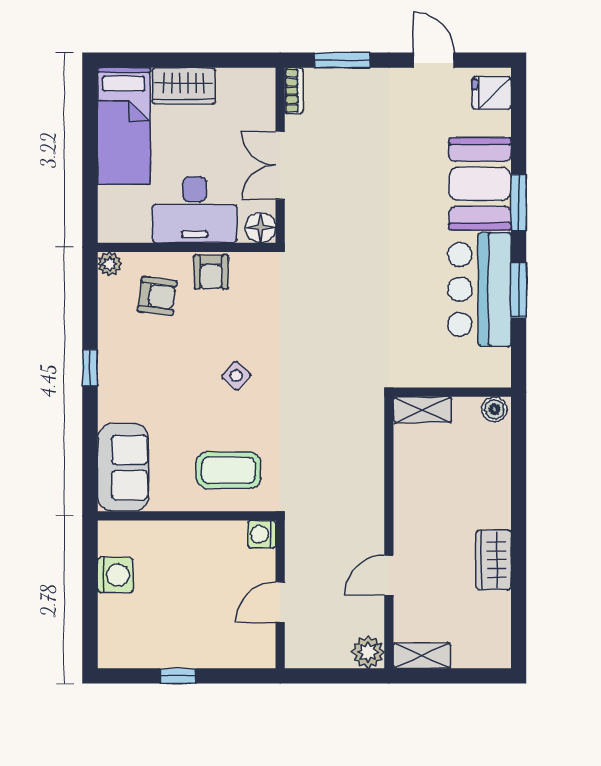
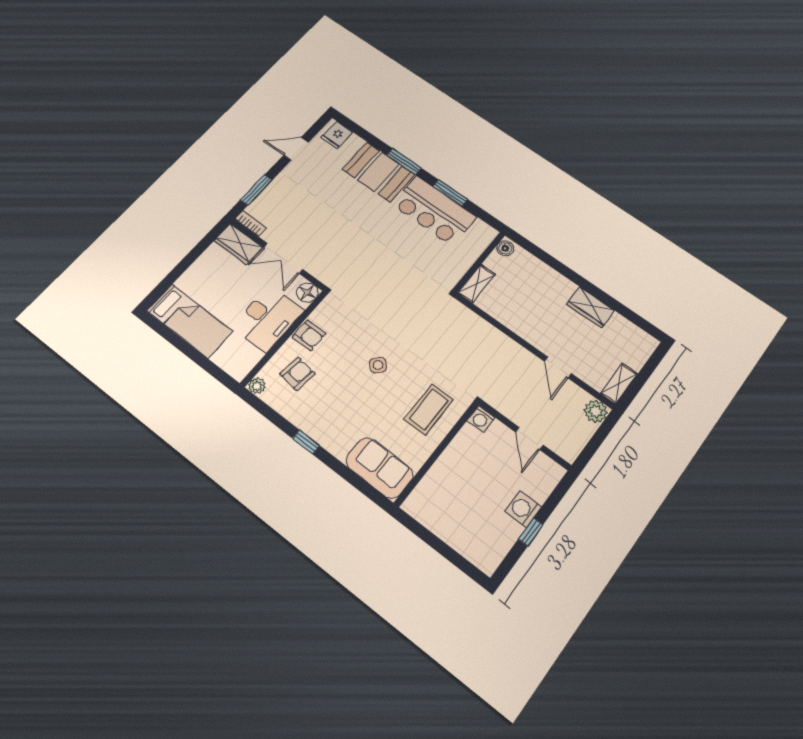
wardrobe: (184, 86) -> (238, 244), moved, turned 90
washing machine: (115, 575) -> (523, 509), moved, turned -90

